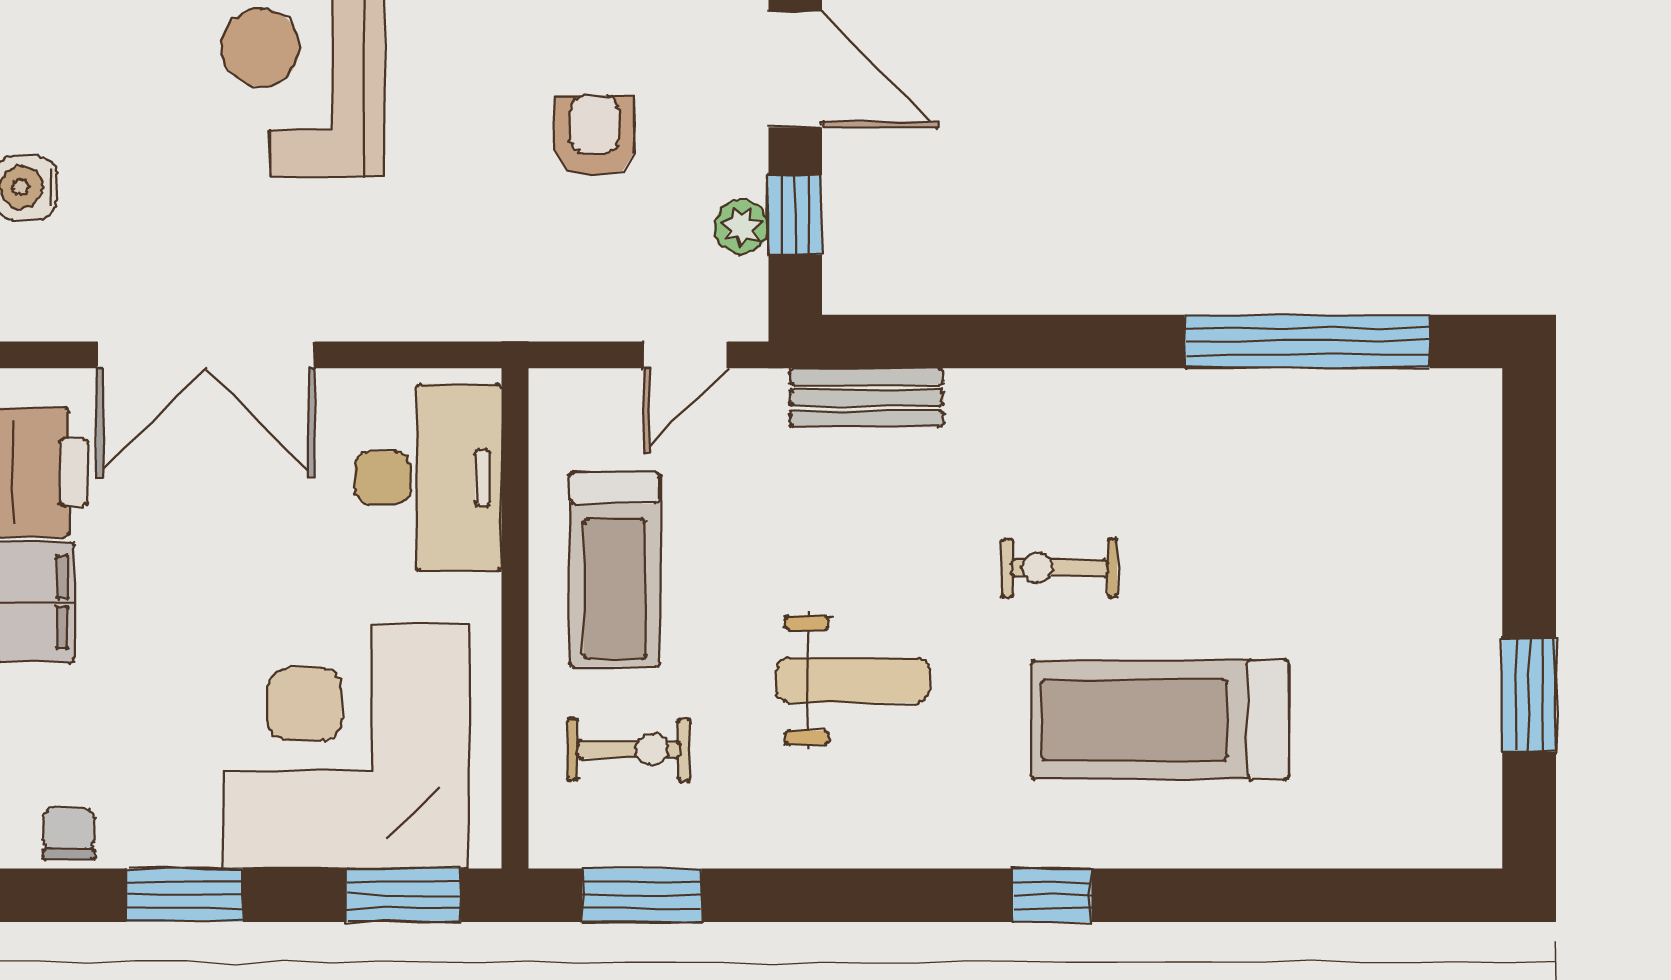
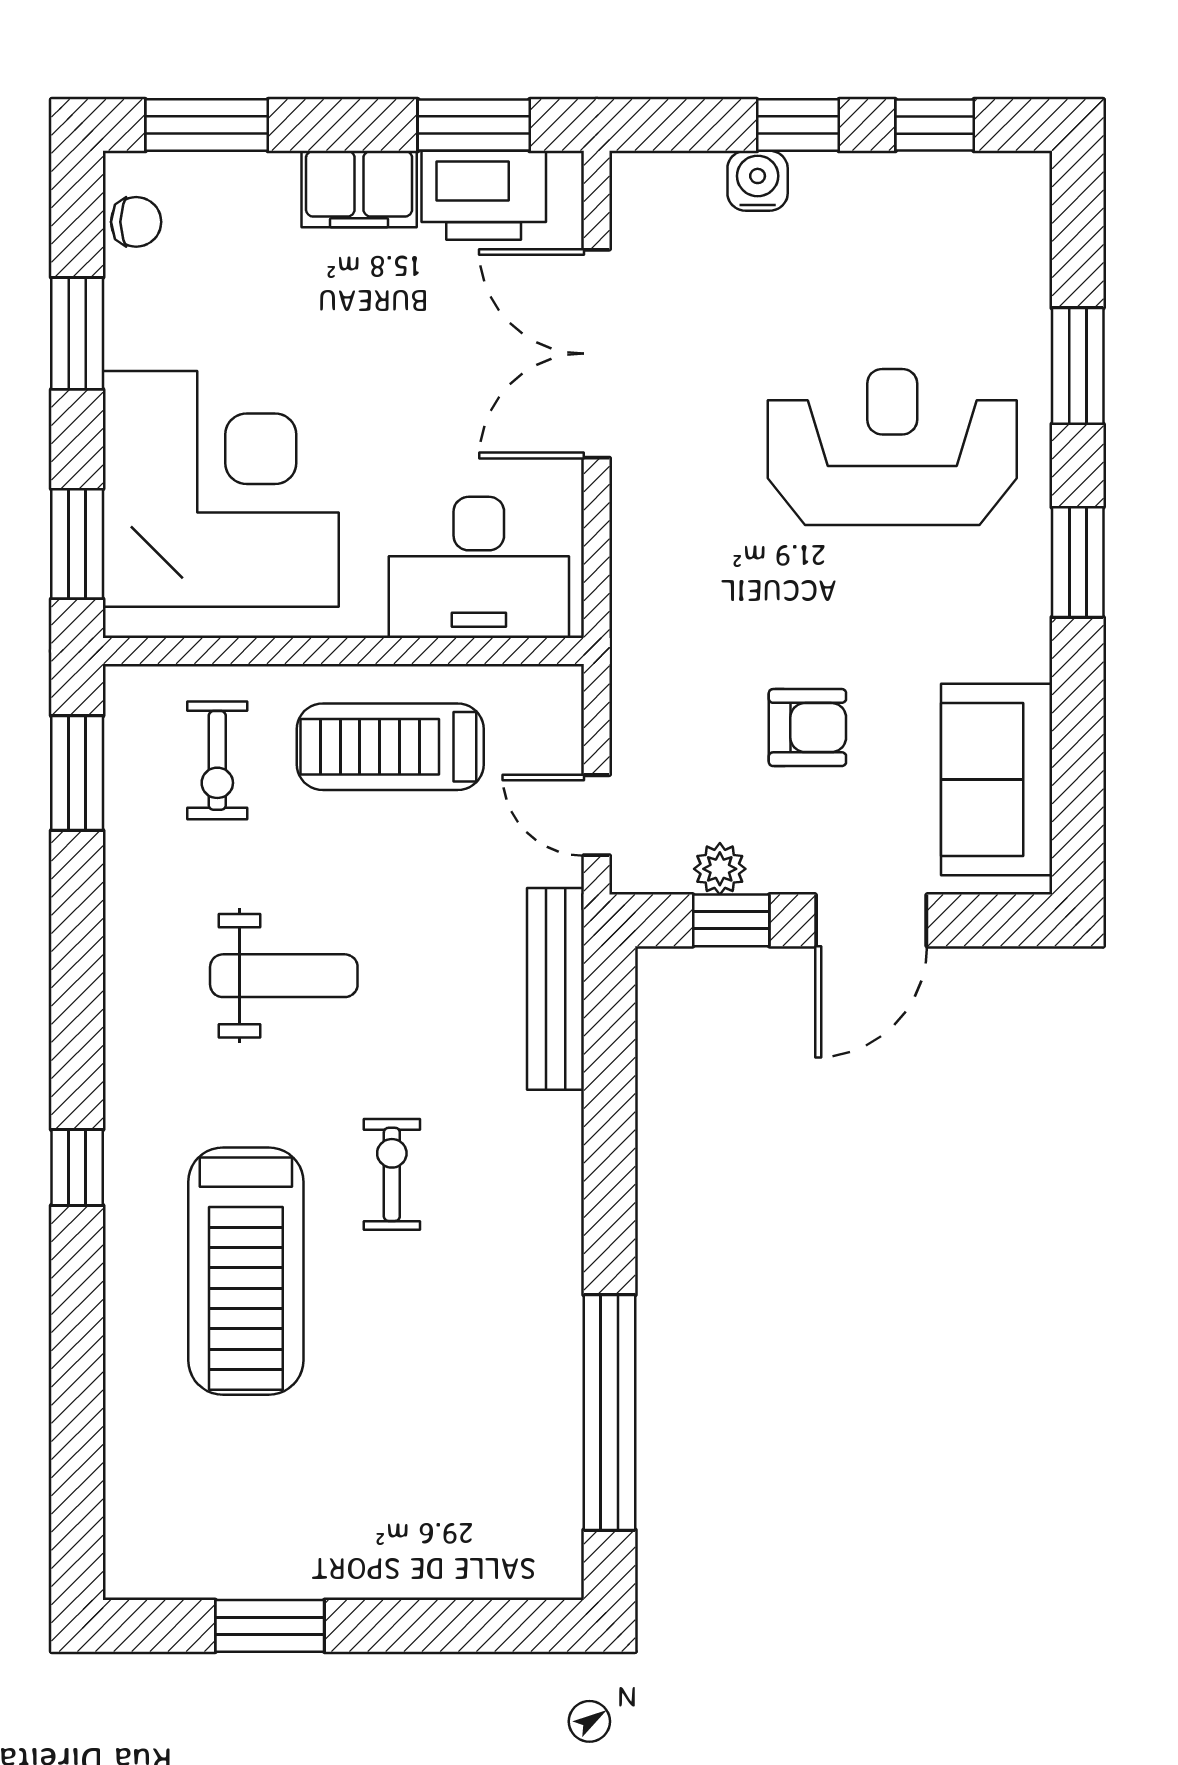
bench: (866, 398) -> (556, 989), width x1.36
weight bench: (853, 680) -> (284, 976), turned -90
treadmill: (1160, 720) -> (246, 1271), turned 180

